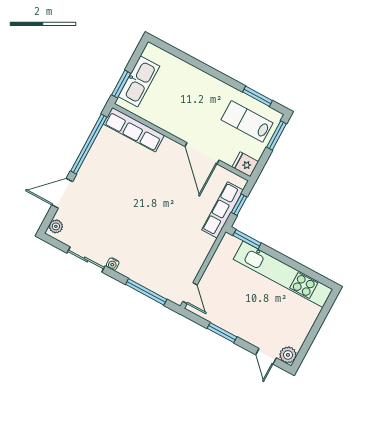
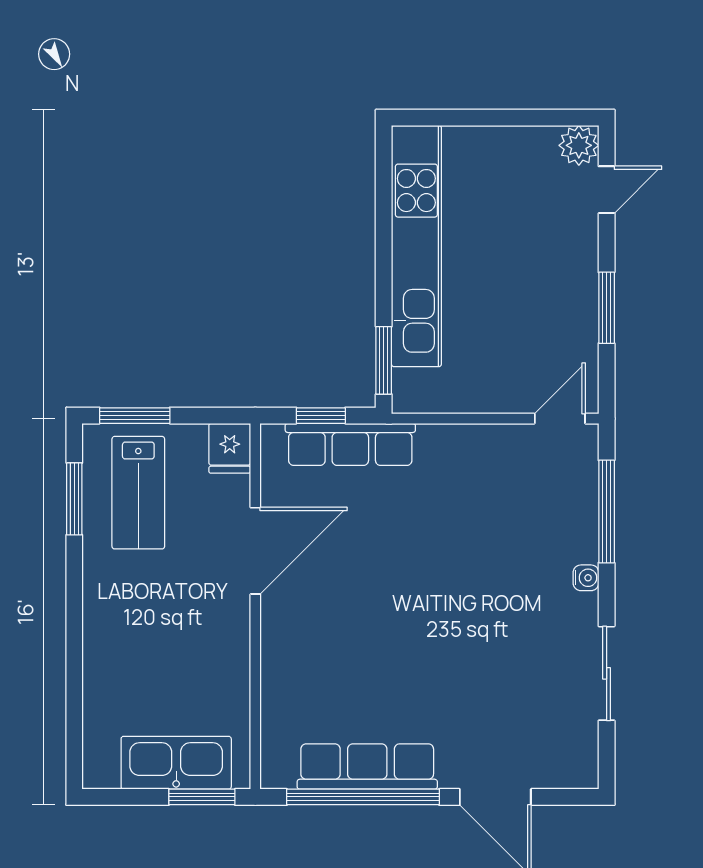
row of seats: (134, 130) -> (367, 767), moved, turned -90
plant: (56, 226) -> (571, 773), removed
water cooler: (113, 264) -> (586, 578), moved

